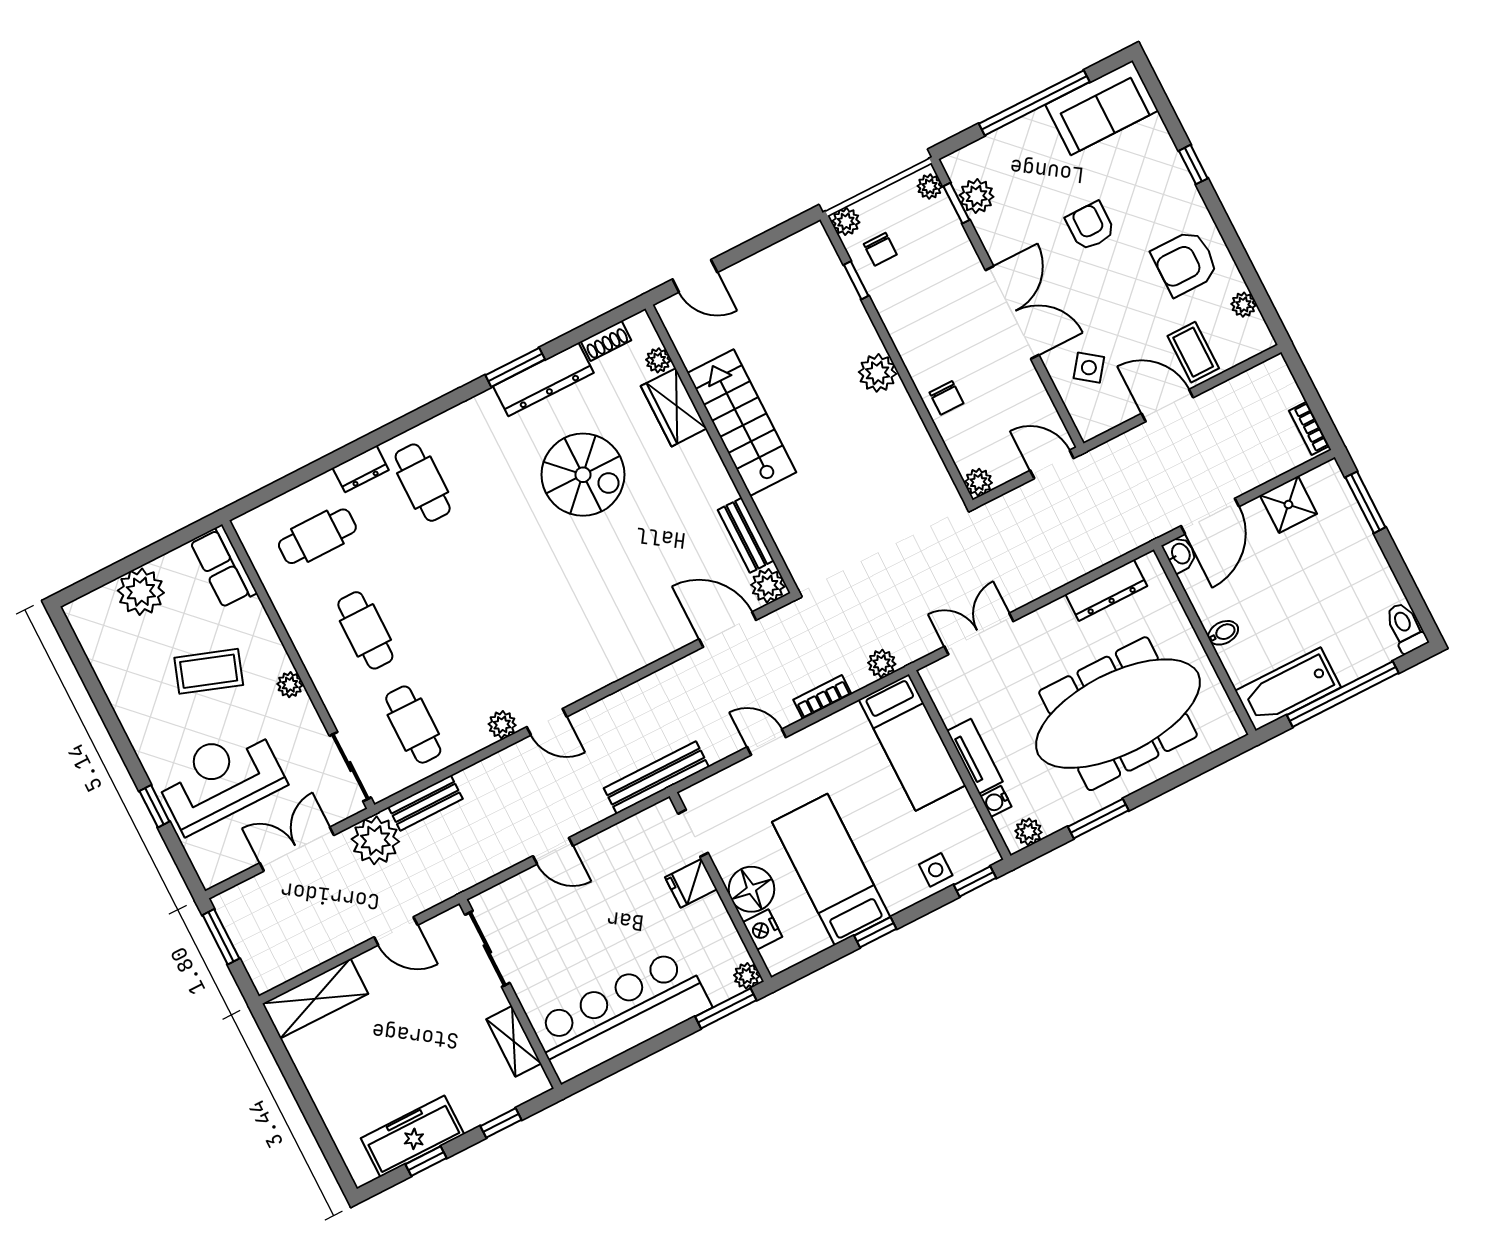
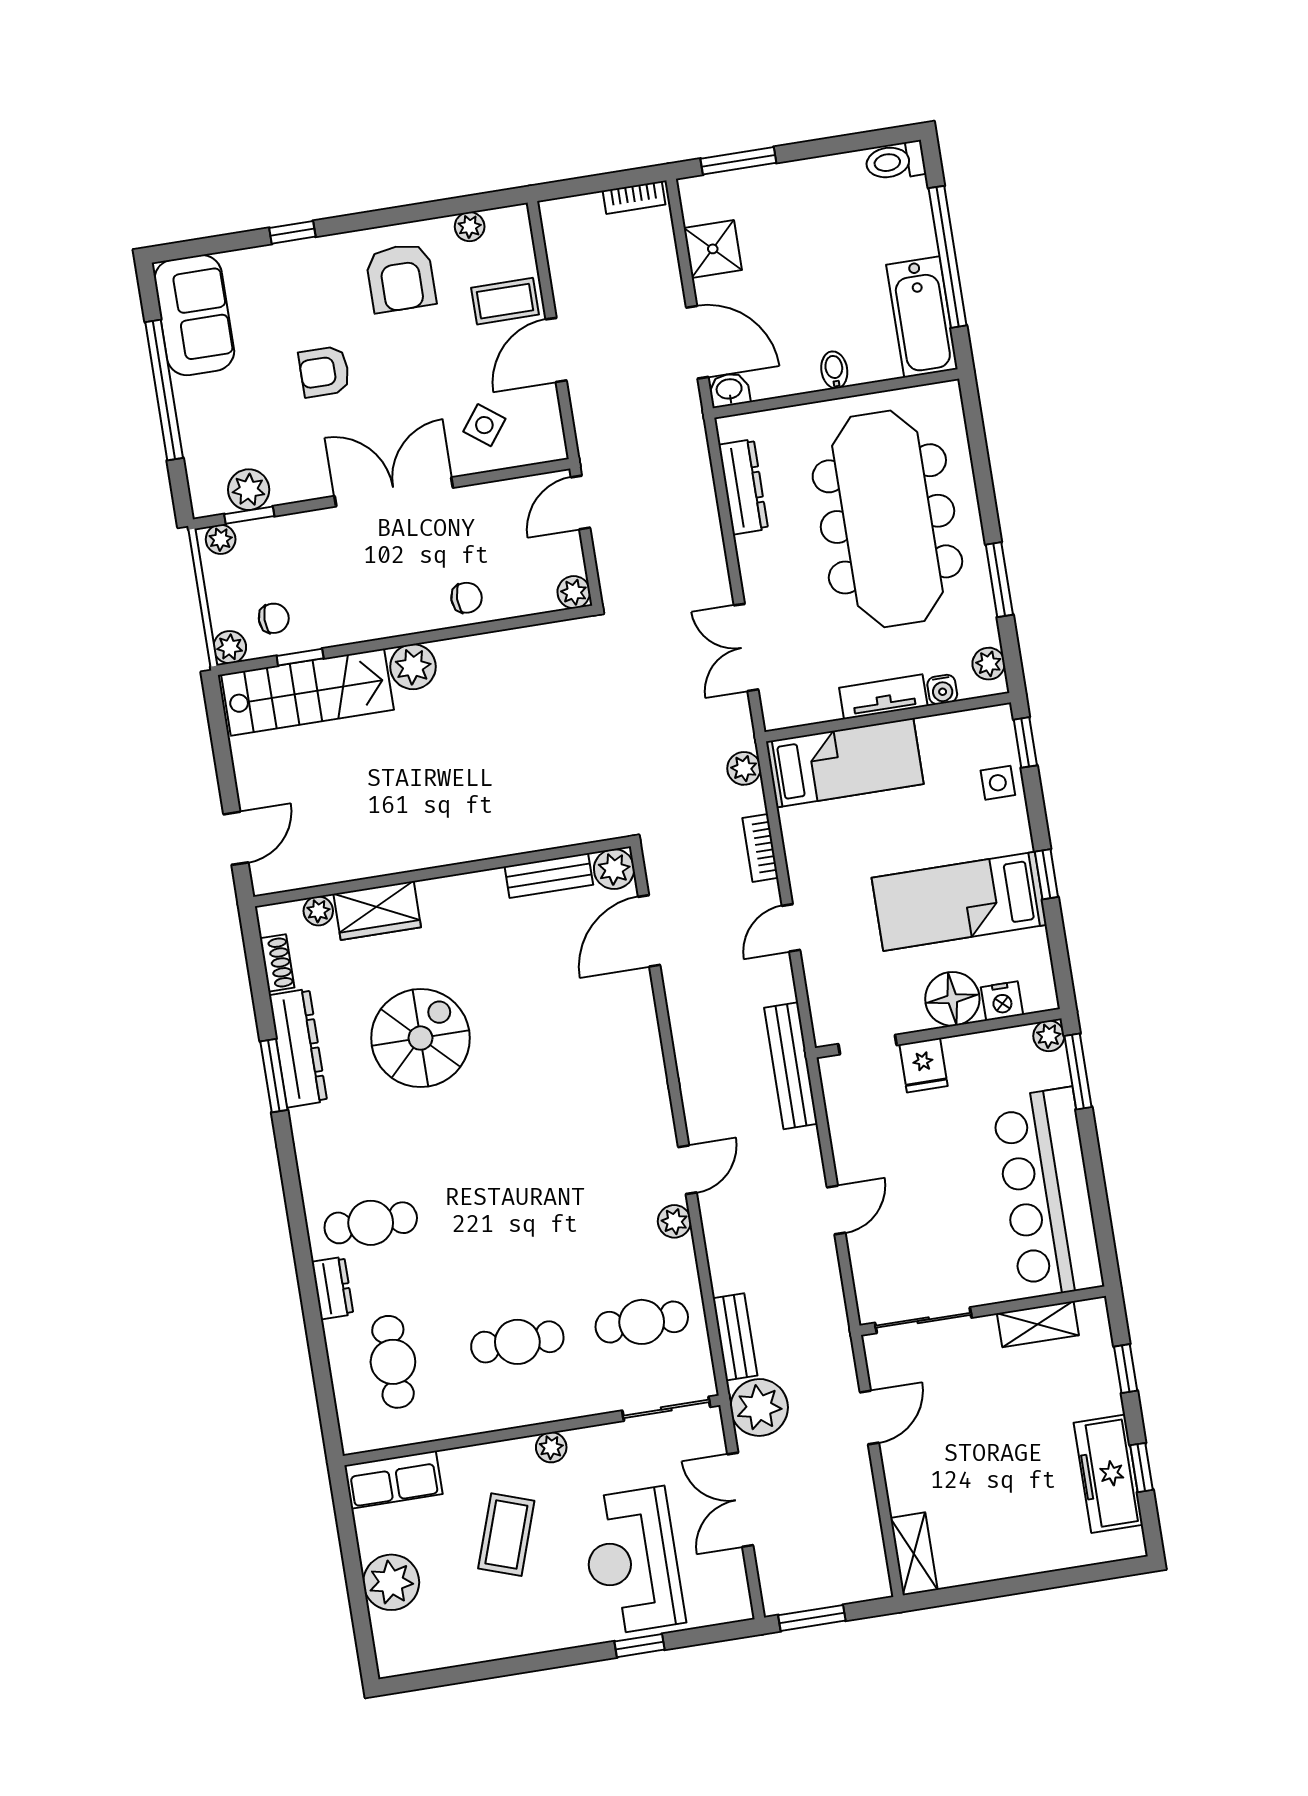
stairs: (742, 423) -> (307, 692), moved, turned 180
shelving: (315, 999) -> (914, 1554), width x0.67, depth x0.75

